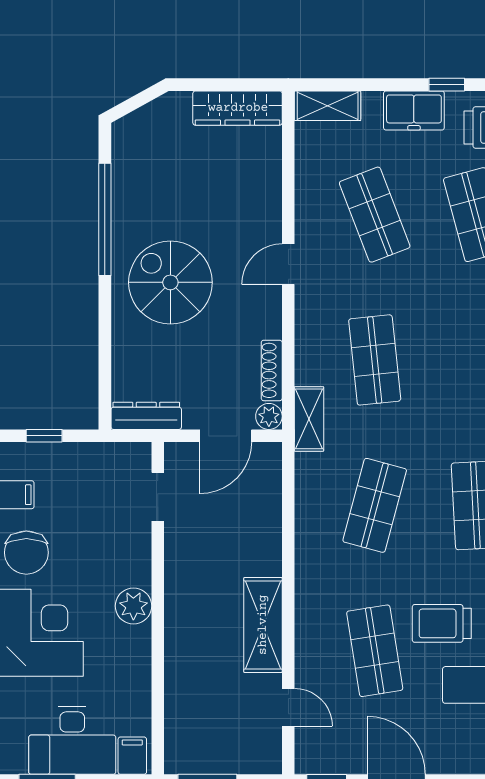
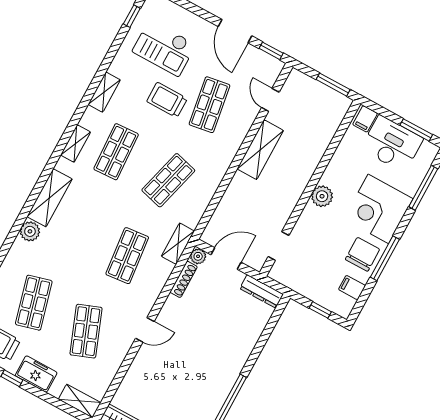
spiral stairs: (170, 282) -> (211, 354), removed
trolley: (442, 623) -> (167, 100), turned 180

